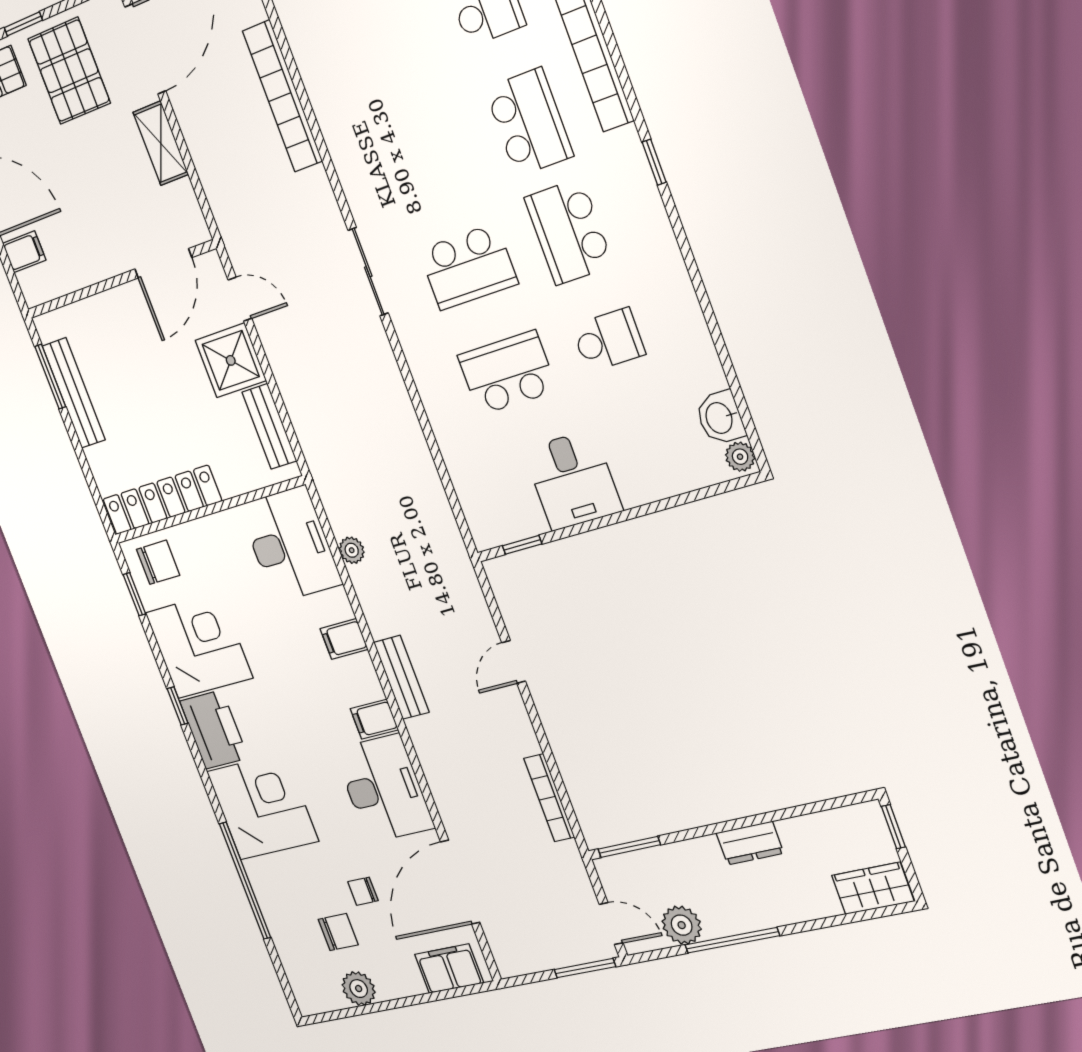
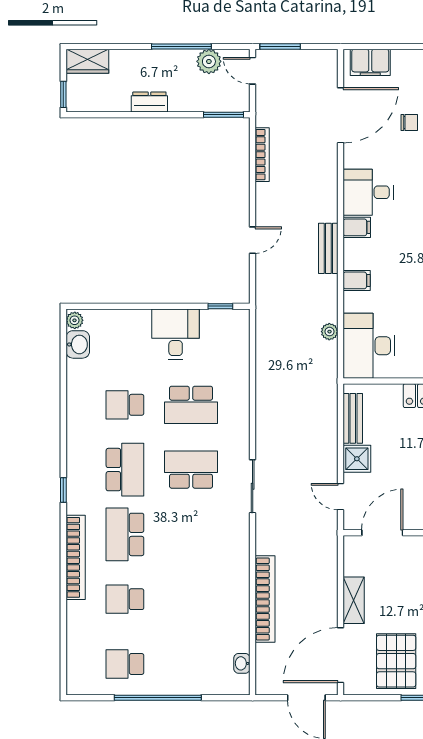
shower: (231, 360) -> (357, 459), width x0.73, depth x0.73
desk: (384, 788) -> (368, 192), width x0.73

